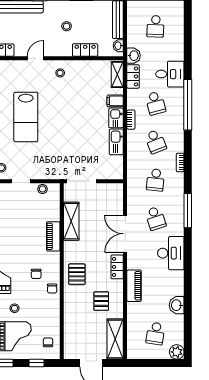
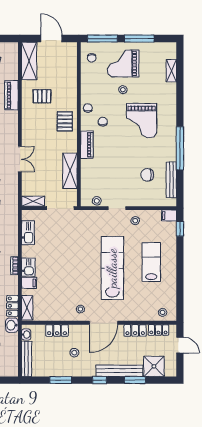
door: (35, 58) -> (103, 323), width x1.88
lab bench: (26, 117) -> (112, 268), width x1.36
kitchen sink: (116, 142) -> (28, 233), moved
shelving: (111, 189) -> (33, 201), added
double door: (125, 234) -> (20, 159), width x0.73
piano: (53, 236) -> (87, 145), moved
locker: (117, 267) -> (27, 128), removed
piano: (134, 286) -> (11, 95), moved
pallet: (101, 301) -> (42, 96), turned 90
window: (36, 363) -> (102, 39), width x2.17

